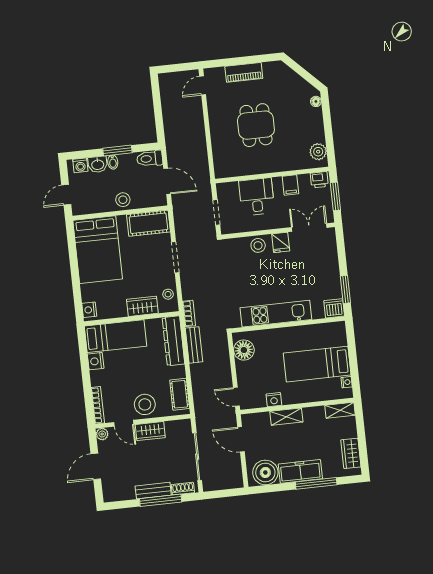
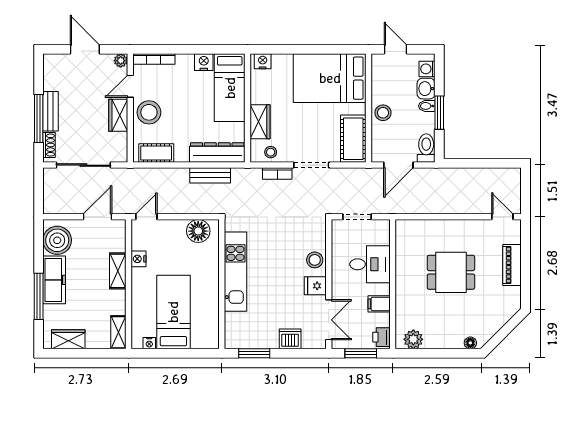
dishwasher: (334, 308) -> (290, 339), moved, turned -90
bookcase: (189, 313) -> (277, 173), moved

